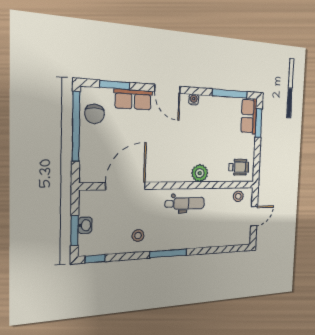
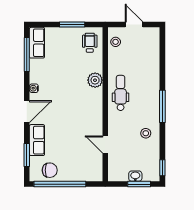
row of seats: (249, 116) -> (37, 43), moved, turned -90
window: (259, 123) -> (72, 25), moved
door: (126, 186) -> (105, 145), width x0.53

